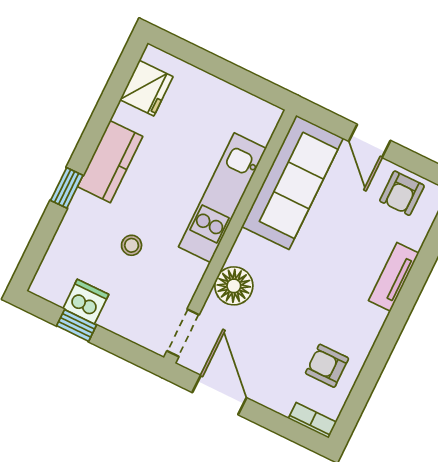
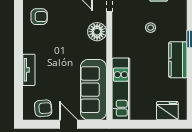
fridge: (146, 88) -> (167, 111), moved, turned 90
armchair: (402, 193) -> (43, 108), turned 85
kitchen unit: (222, 198) -> (121, 89), moved

